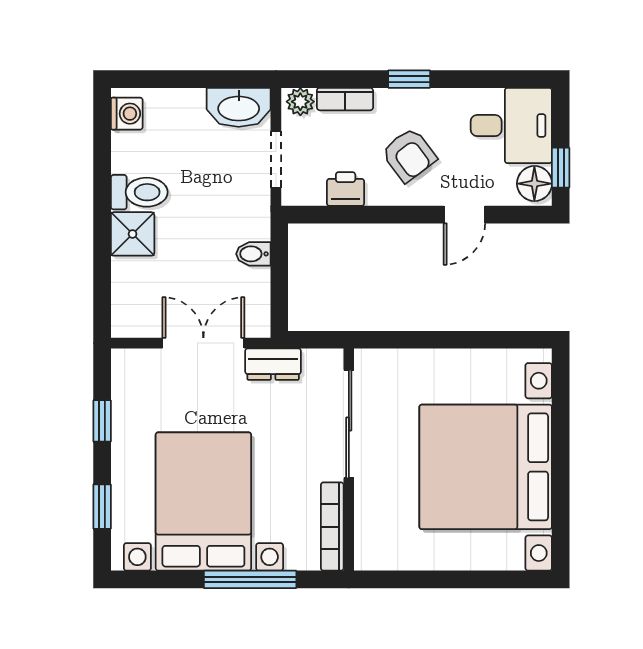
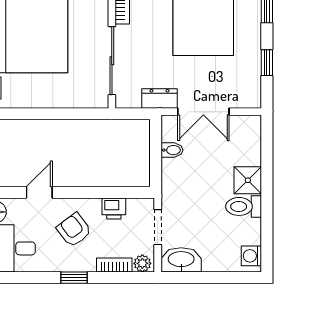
bidet: (253, 254) -> (172, 150), moved

